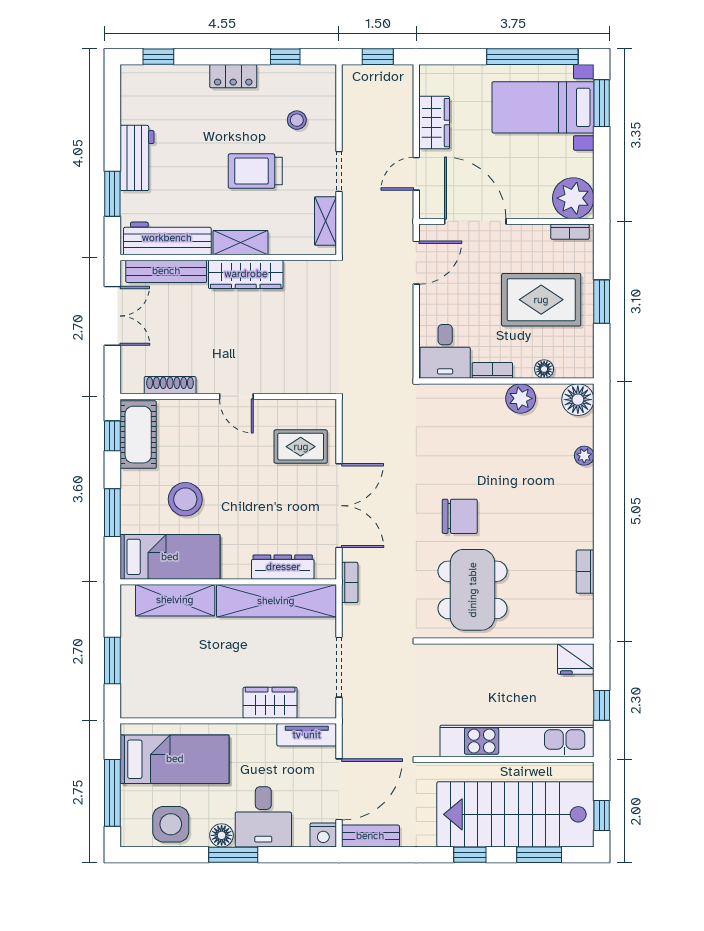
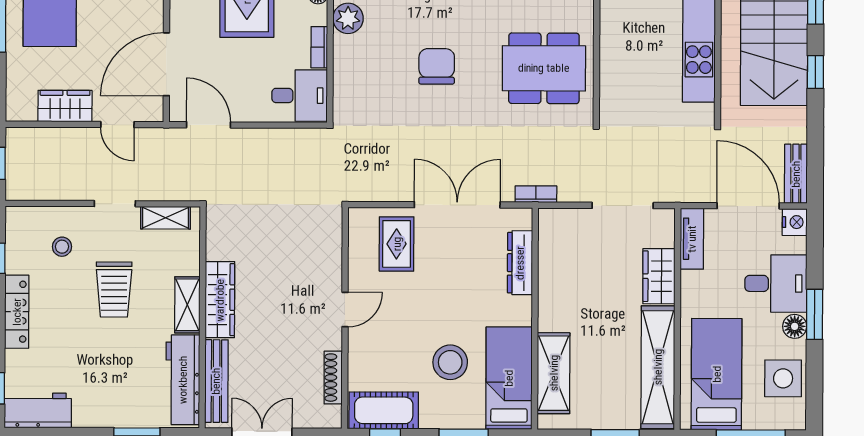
locker: (233, 76) -> (17, 312), width x1.53
workbench: (137, 158) -> (38, 410), moved
chair: (460, 516) -> (437, 66), moved
shelving: (276, 601) -> (658, 367), moved

